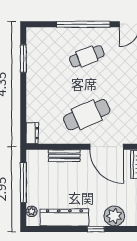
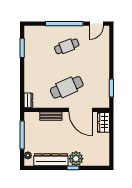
plant: (114, 216) -> (76, 159), moved

